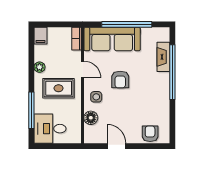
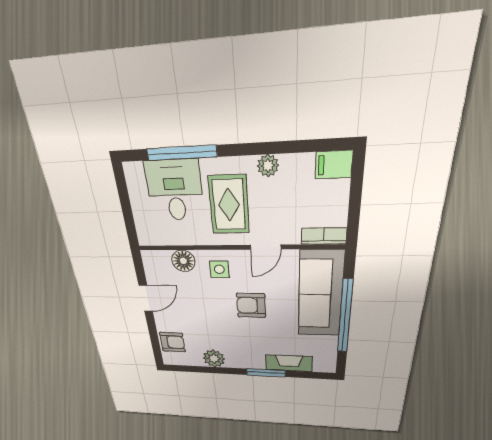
window: (172, 72) -> (266, 373), width x0.47
plant: (162, 107) -> (214, 358), added
desk: (50, 129) -> (175, 191), moved

